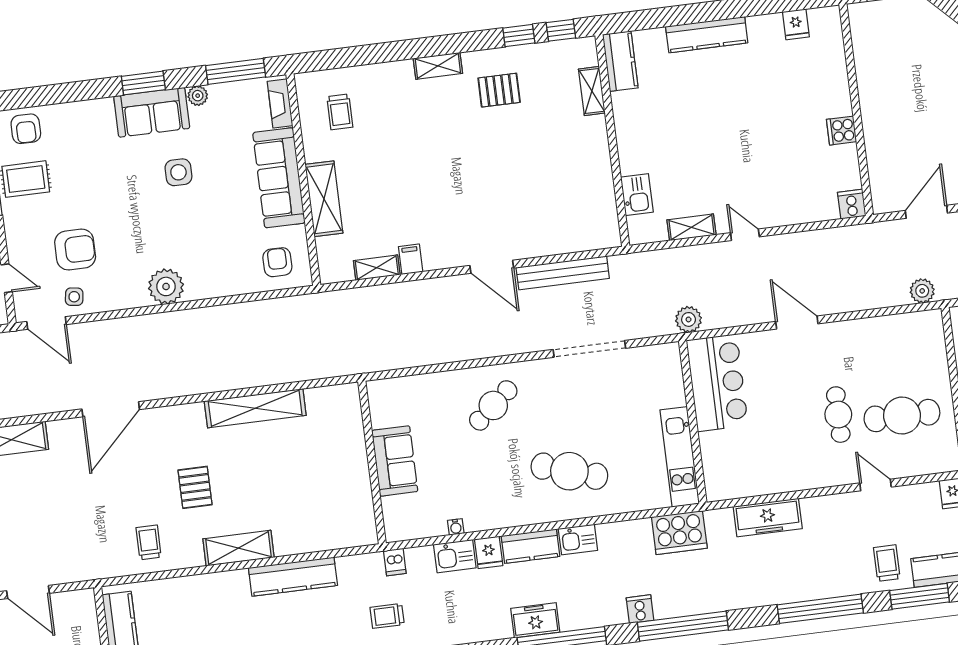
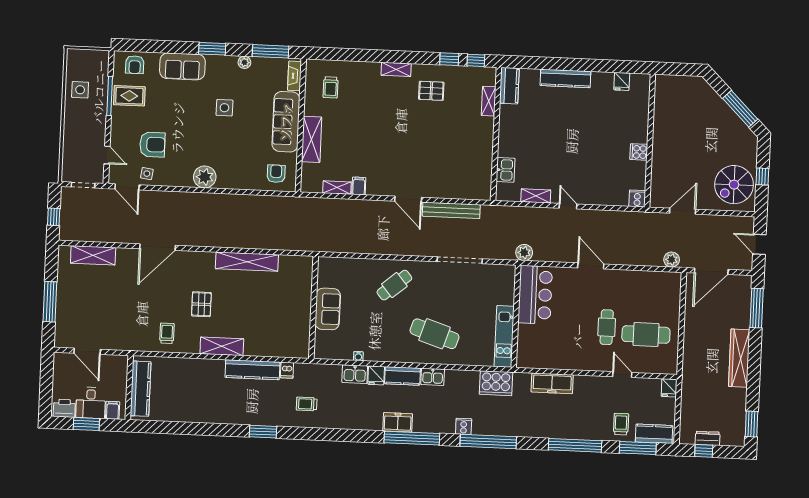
sofa: (152, 112) -> (182, 66), moved
dishwasher: (395, 562) -> (287, 370), moved

